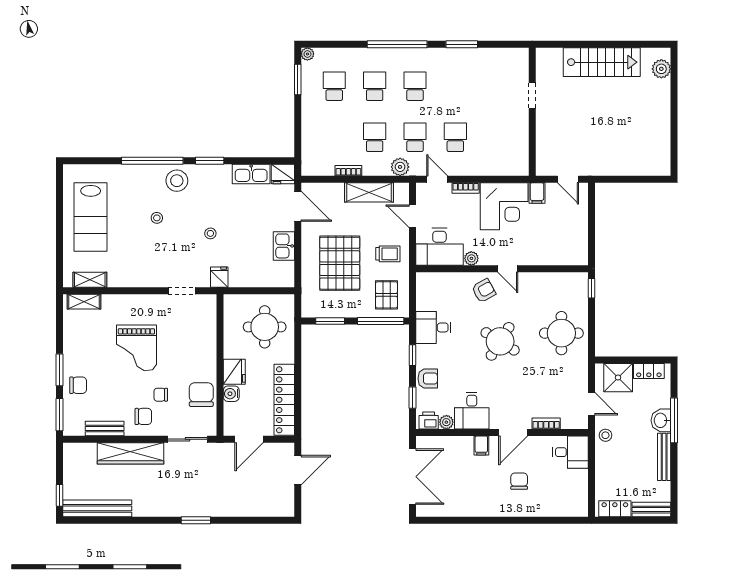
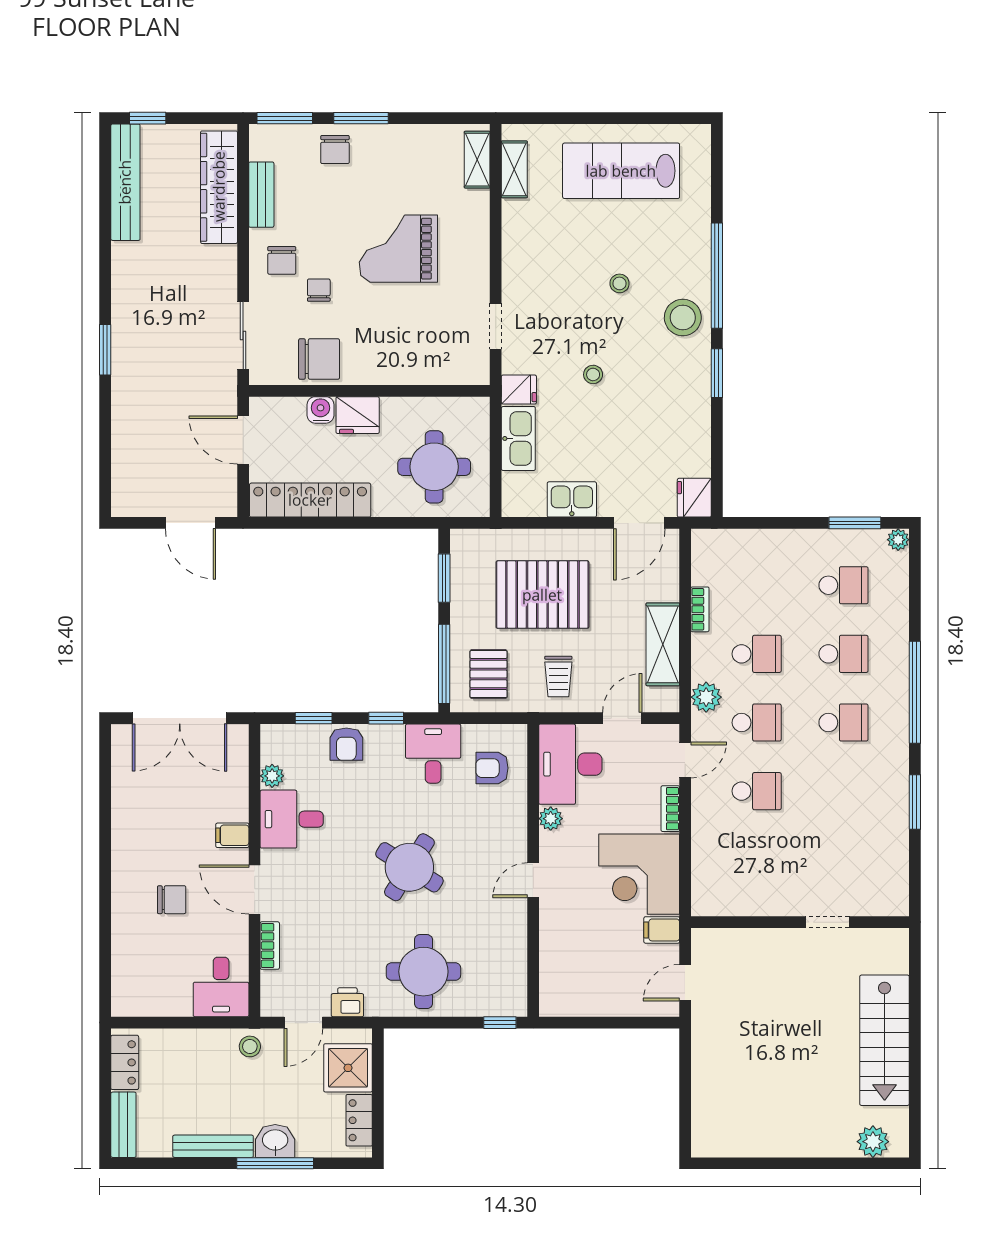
kitchen sink: (251, 174) -> (518, 438), moved, turned 180
armchair: (484, 291) -> (492, 768), moved, turned 119
pallet: (386, 295) -> (489, 674), turned 90
printer: (429, 421) -> (347, 1002), moved, turned -90
wardrobe: (131, 453) -> (219, 187), moved

